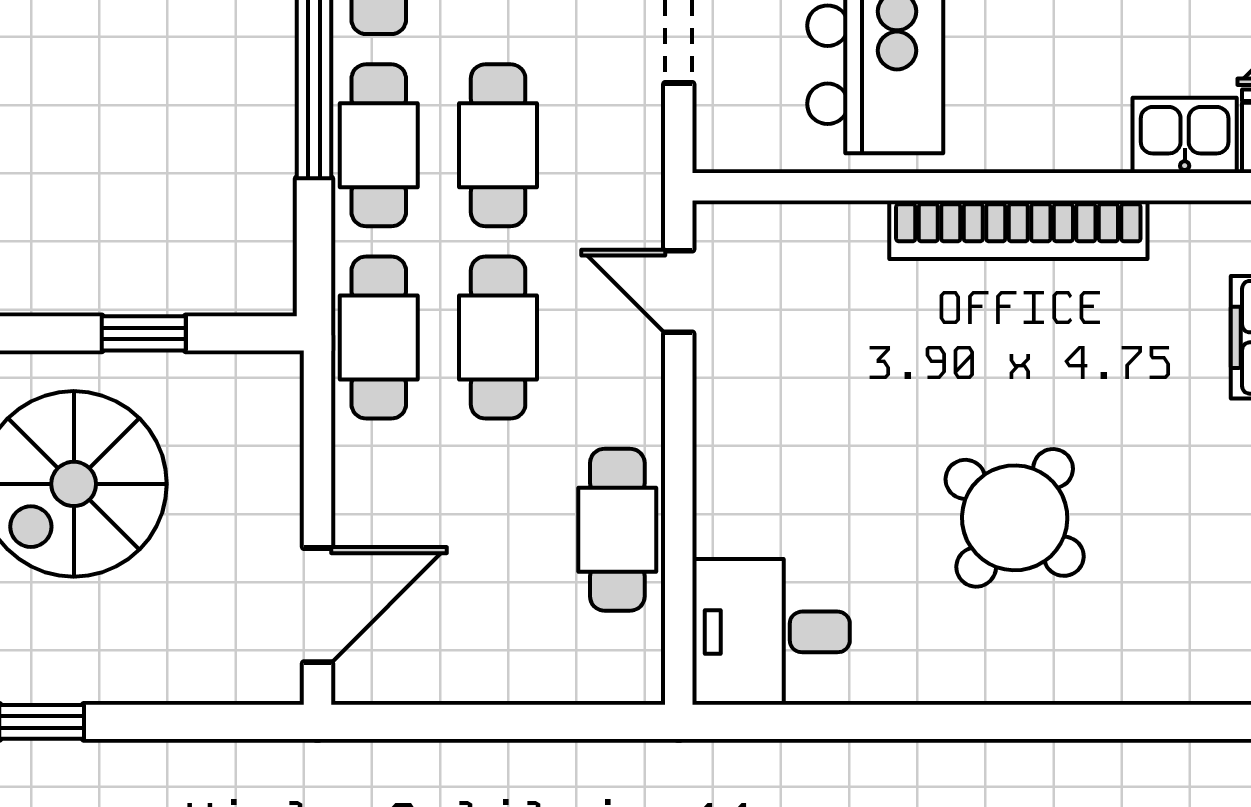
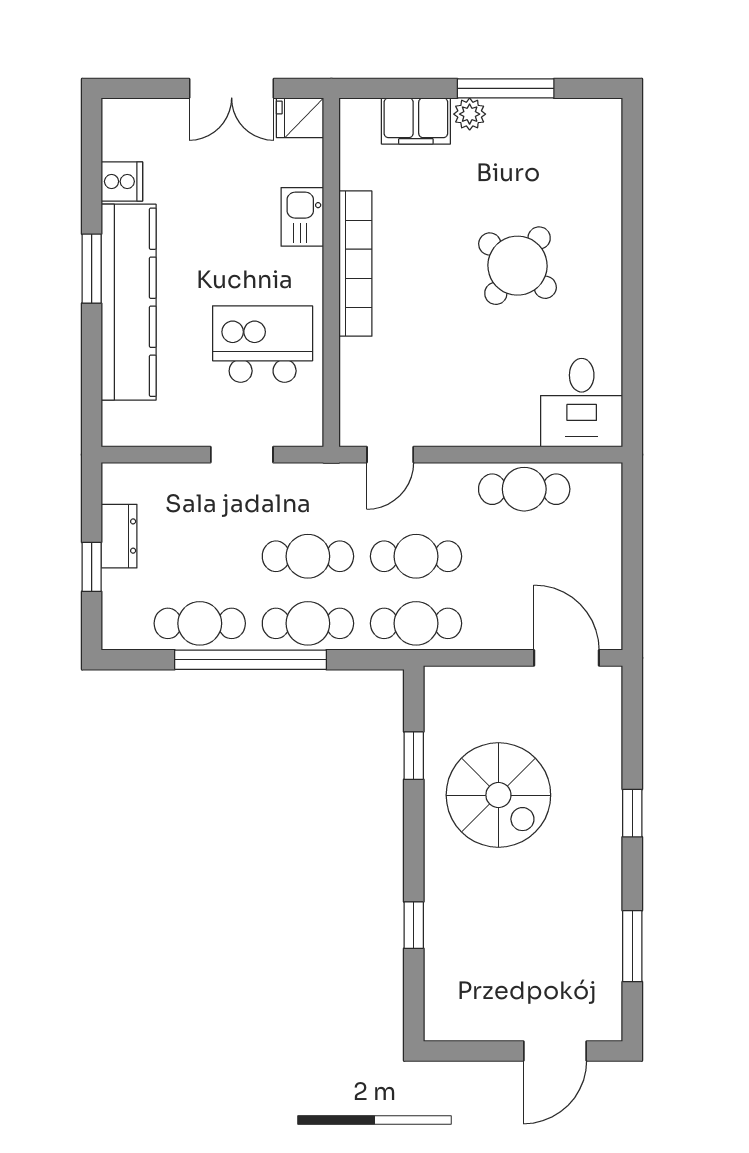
kitchen sink: (1185, 135) -> (302, 217), moved

